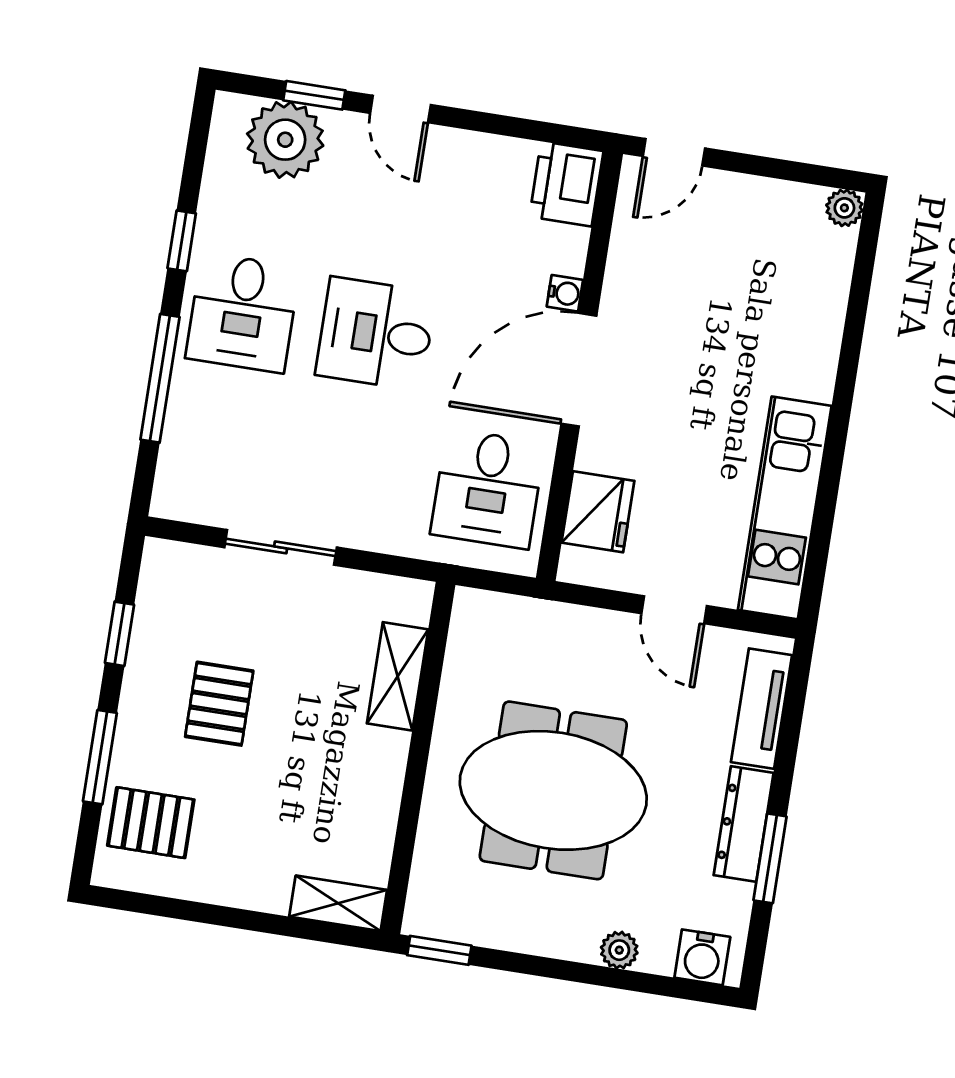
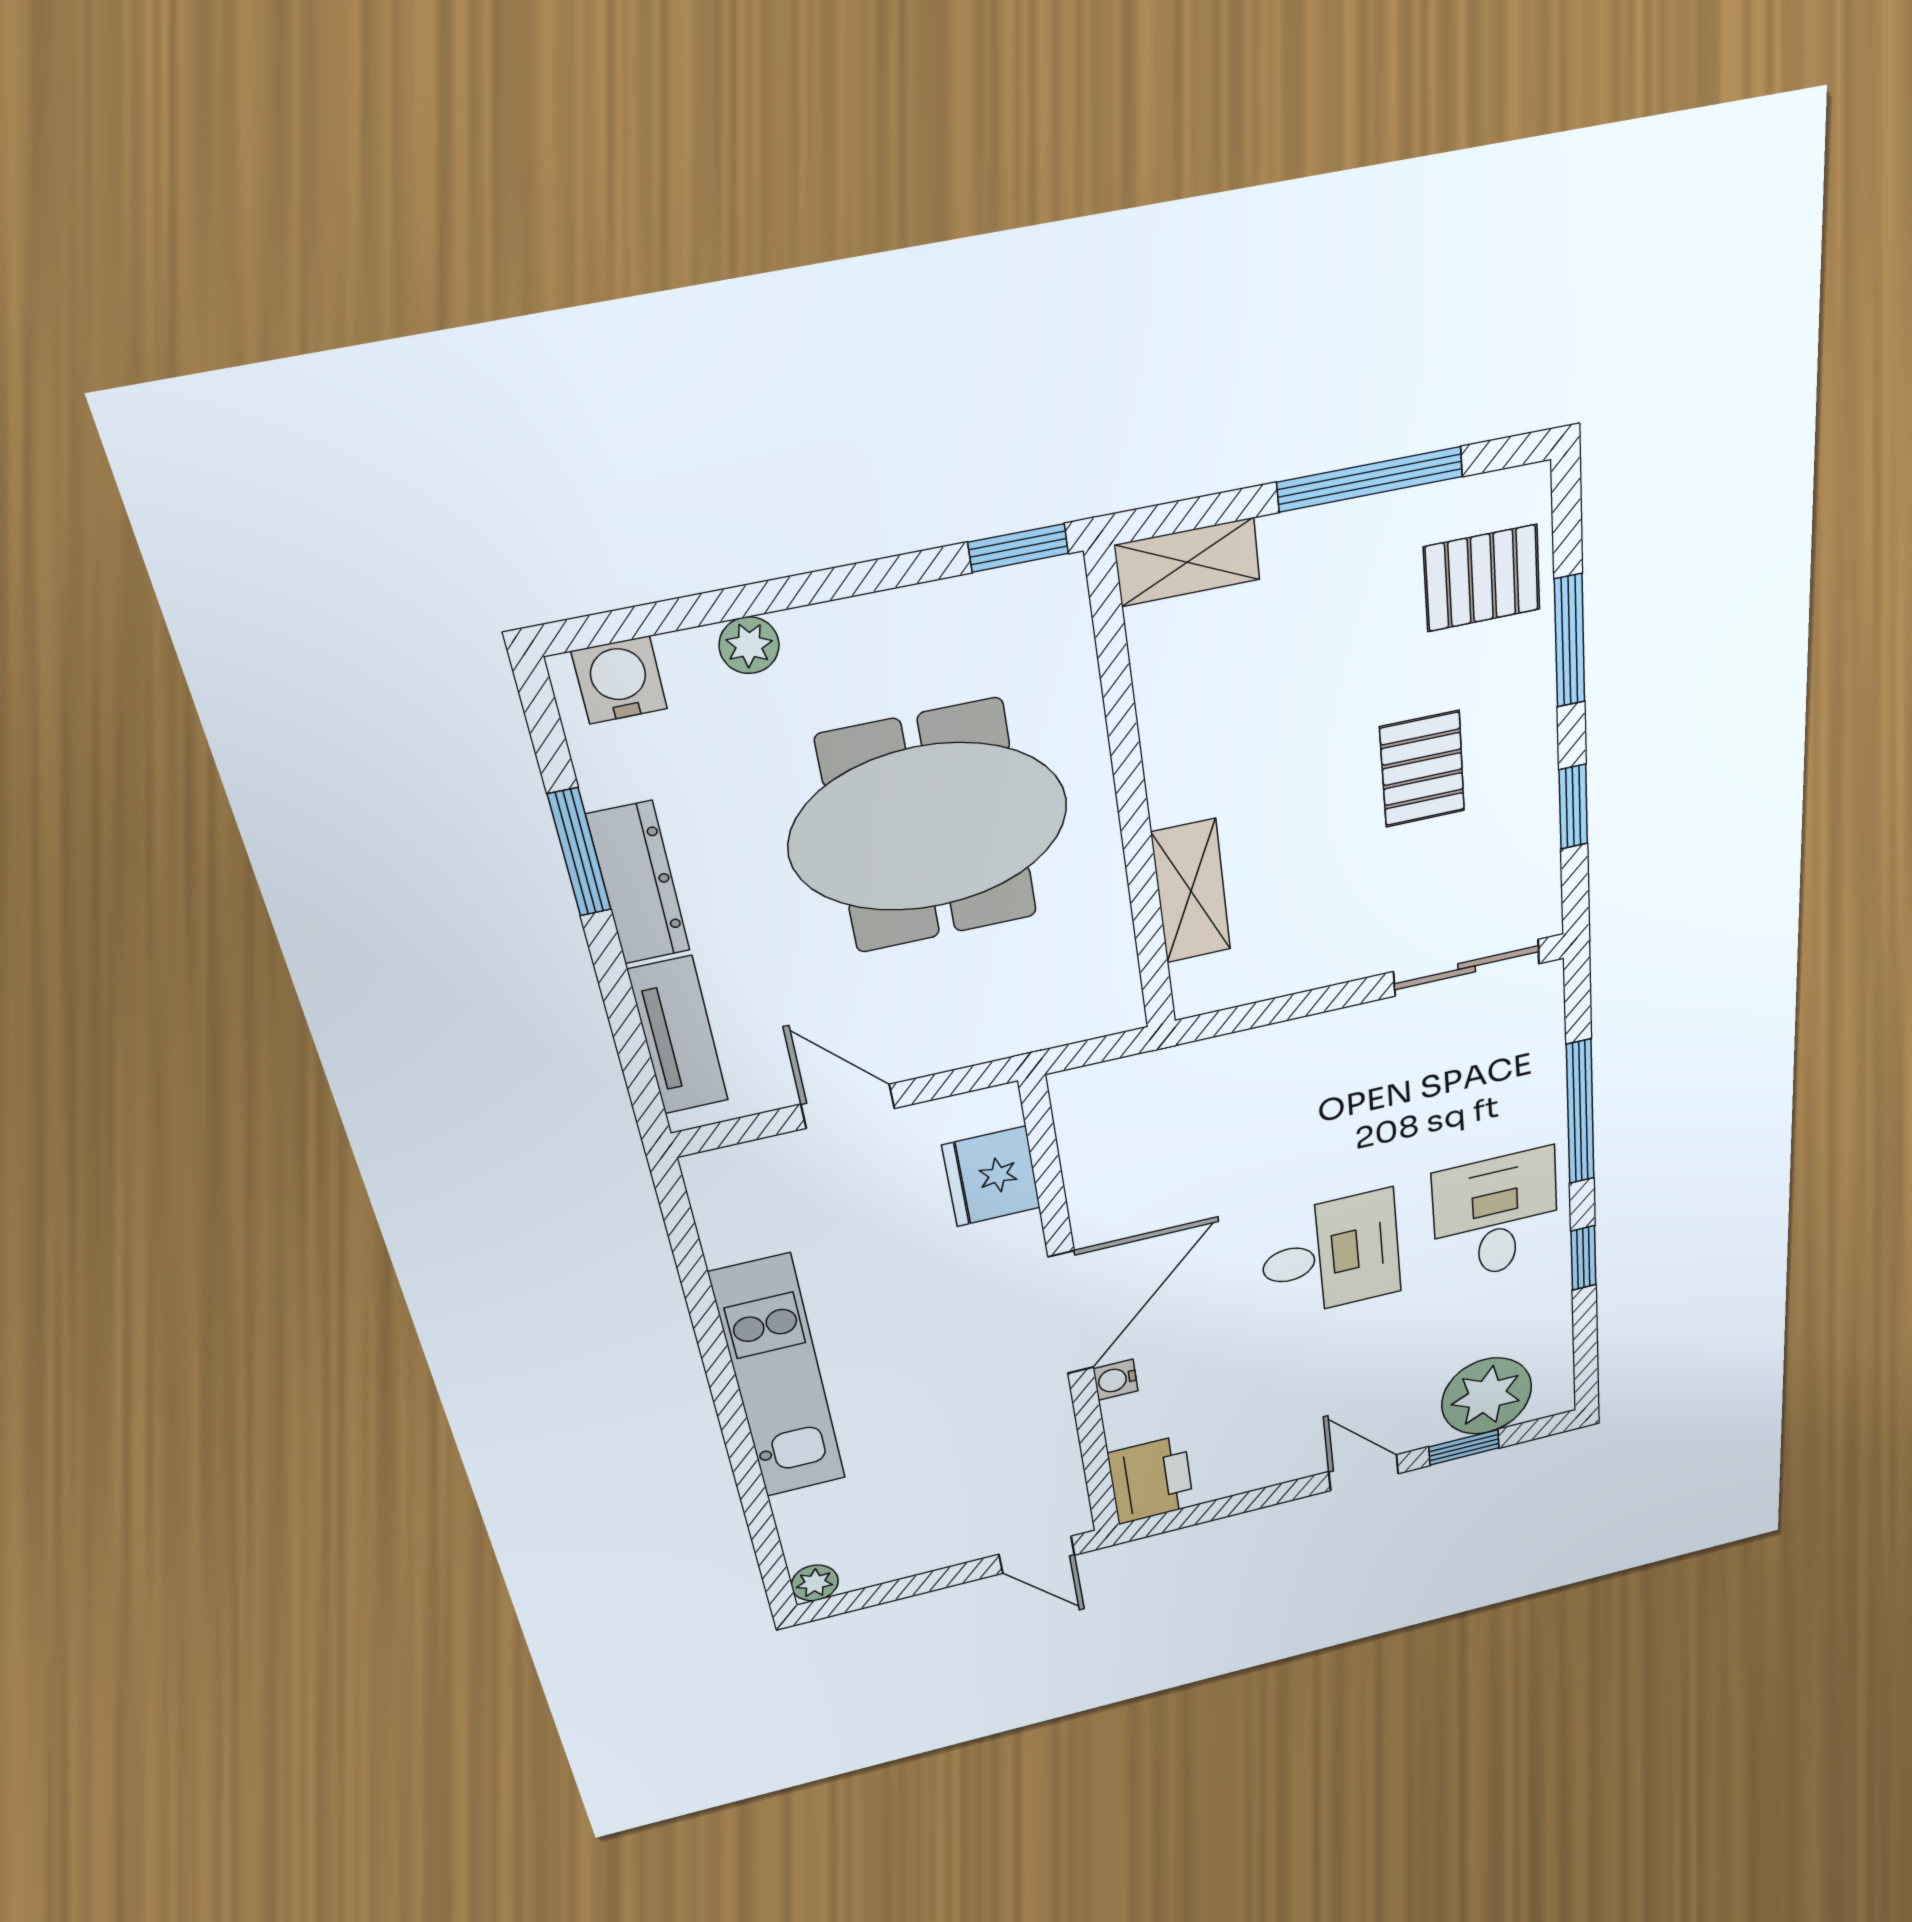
door: (674, 152) -> (1037, 1555), swing flipped
desk: (488, 489) -> (1142, 1148), removed
kitchen unit: (785, 508) -> (778, 1378), moved
sliding door: (281, 547) -> (1467, 968), moved
window: (210, 914) -> (1370, 479), added

